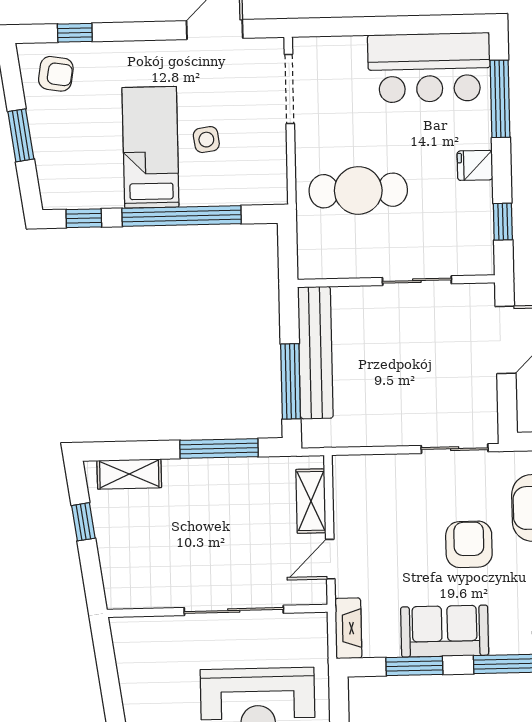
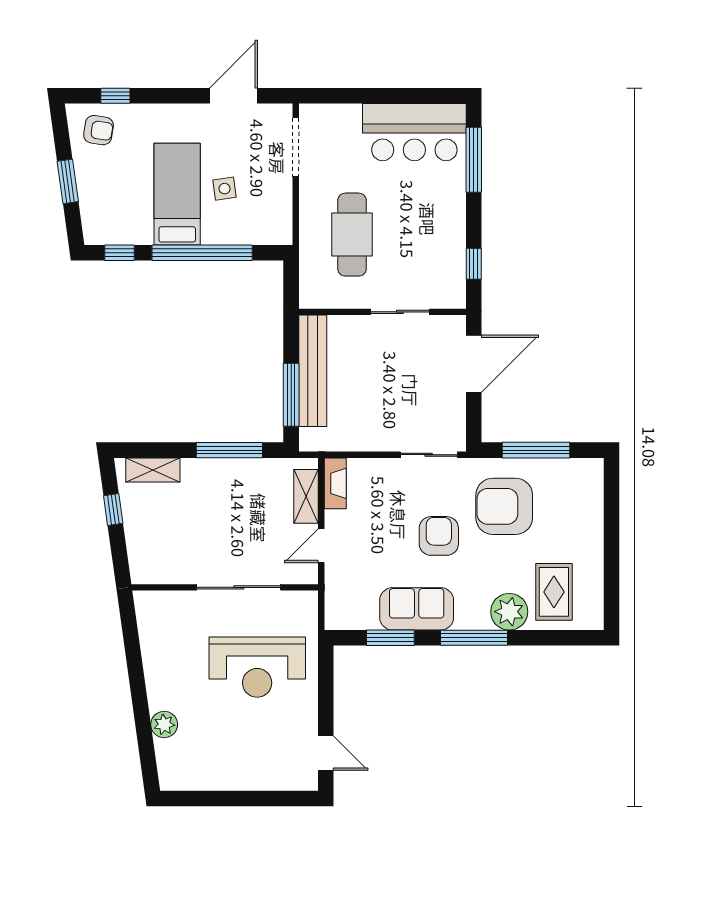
fridge: (475, 165) -> (451, 216), removed
cafe table: (358, 190) -> (352, 235), turned 90
fireplace: (348, 628) -> (335, 483), moved

